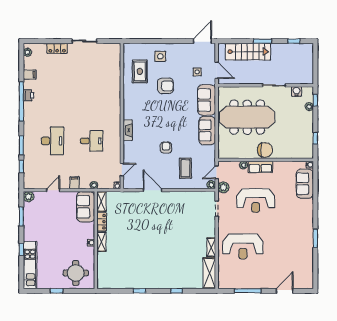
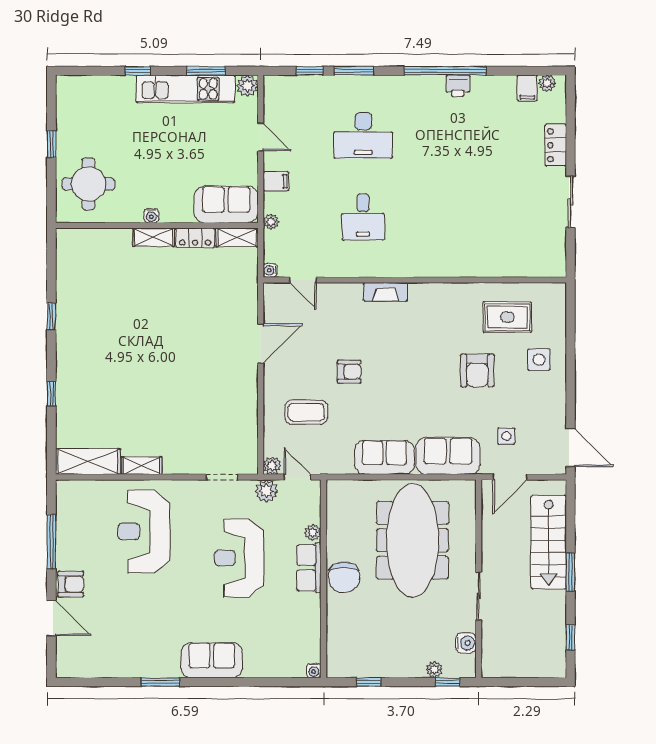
filing cabinet: (30, 75) -> (527, 88), moved
sofa: (305, 184) -> (212, 660), moved
kitchen unit: (30, 265) -> (186, 89), moved
armchair: (268, 282) -> (71, 584), added

